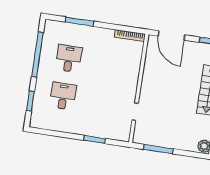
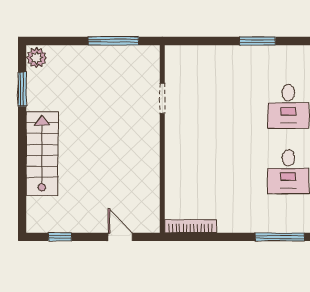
door: (171, 35) -> (120, 237), width x0.53
window: (94, 139) -> (258, 41), moved

